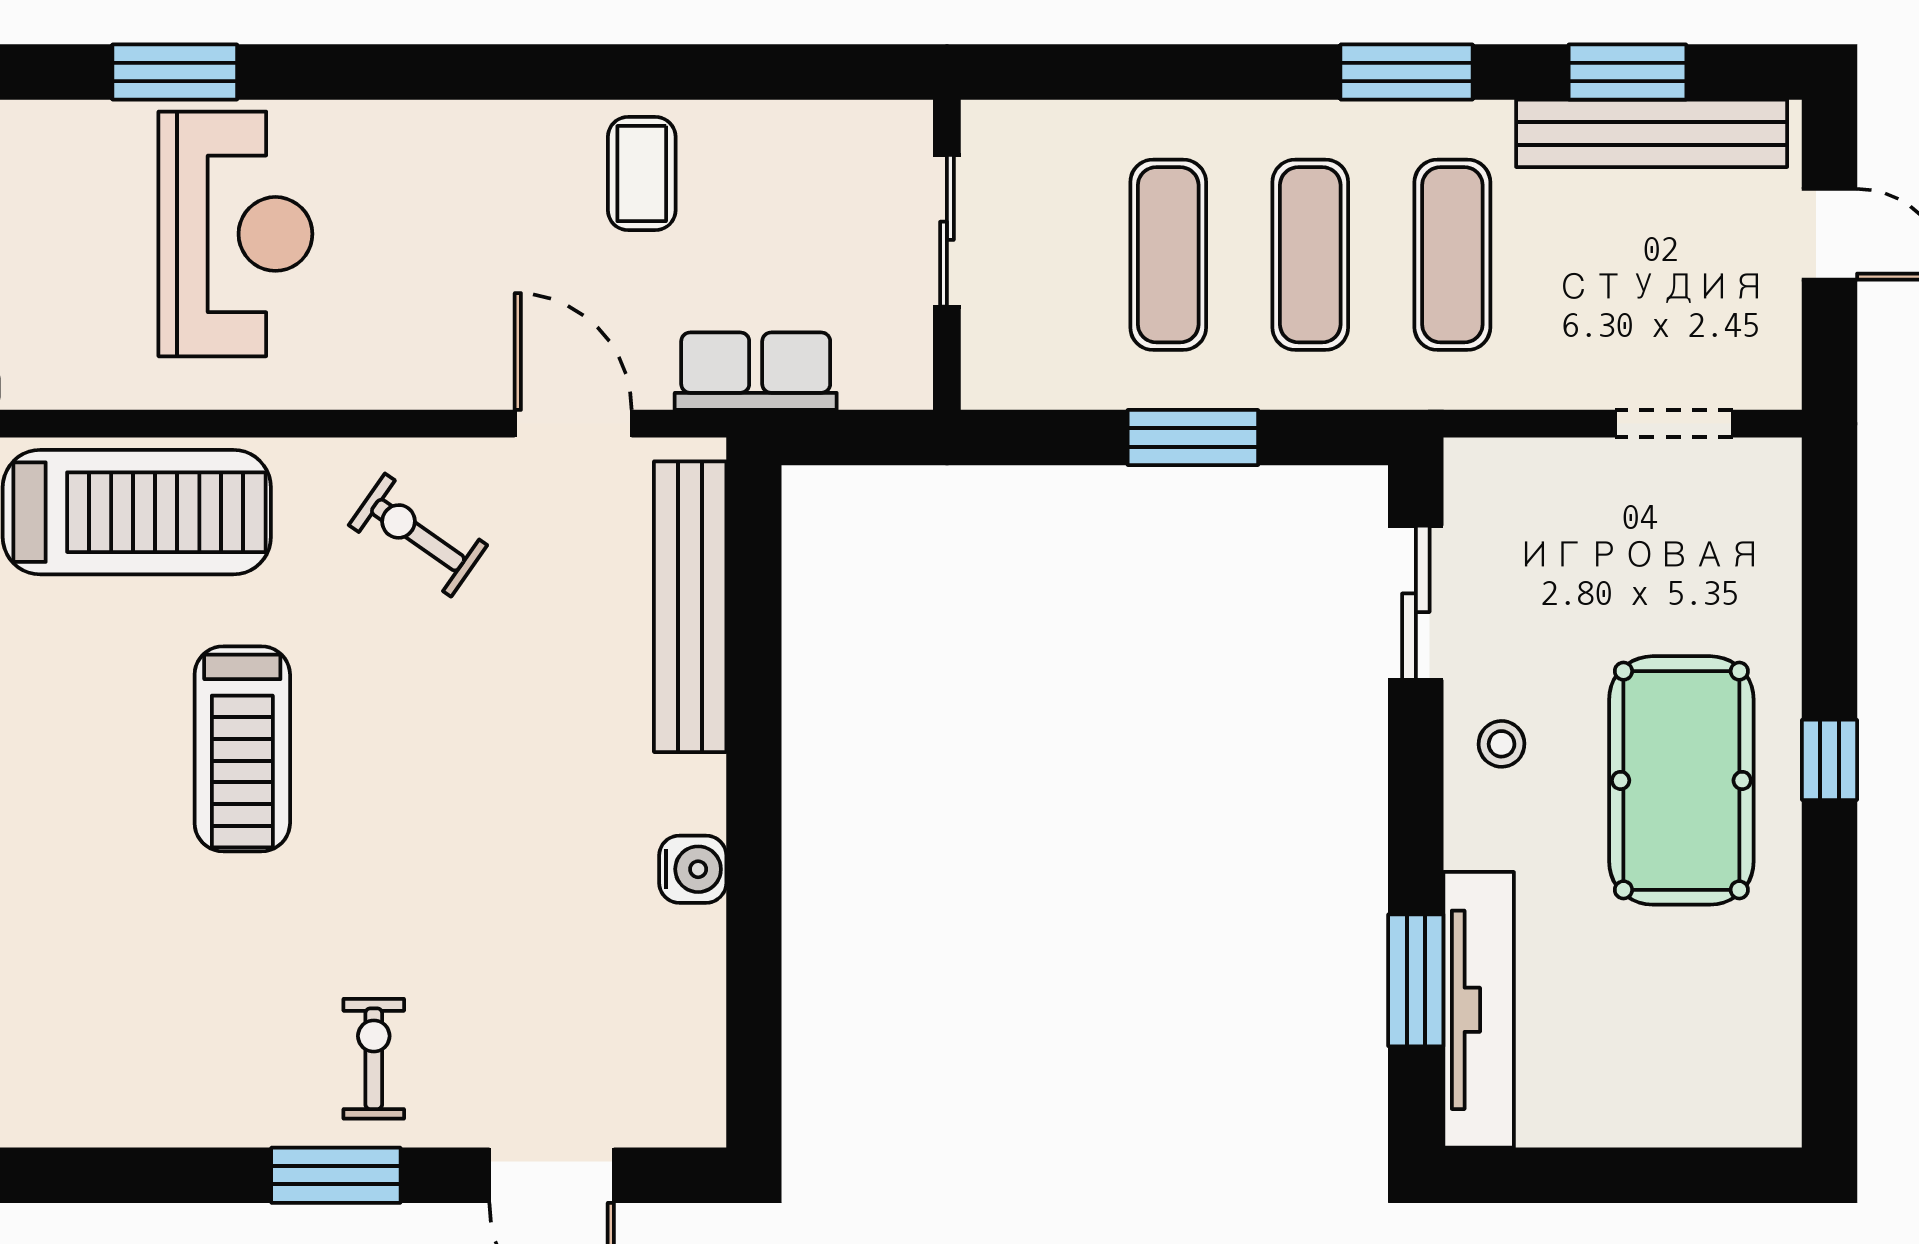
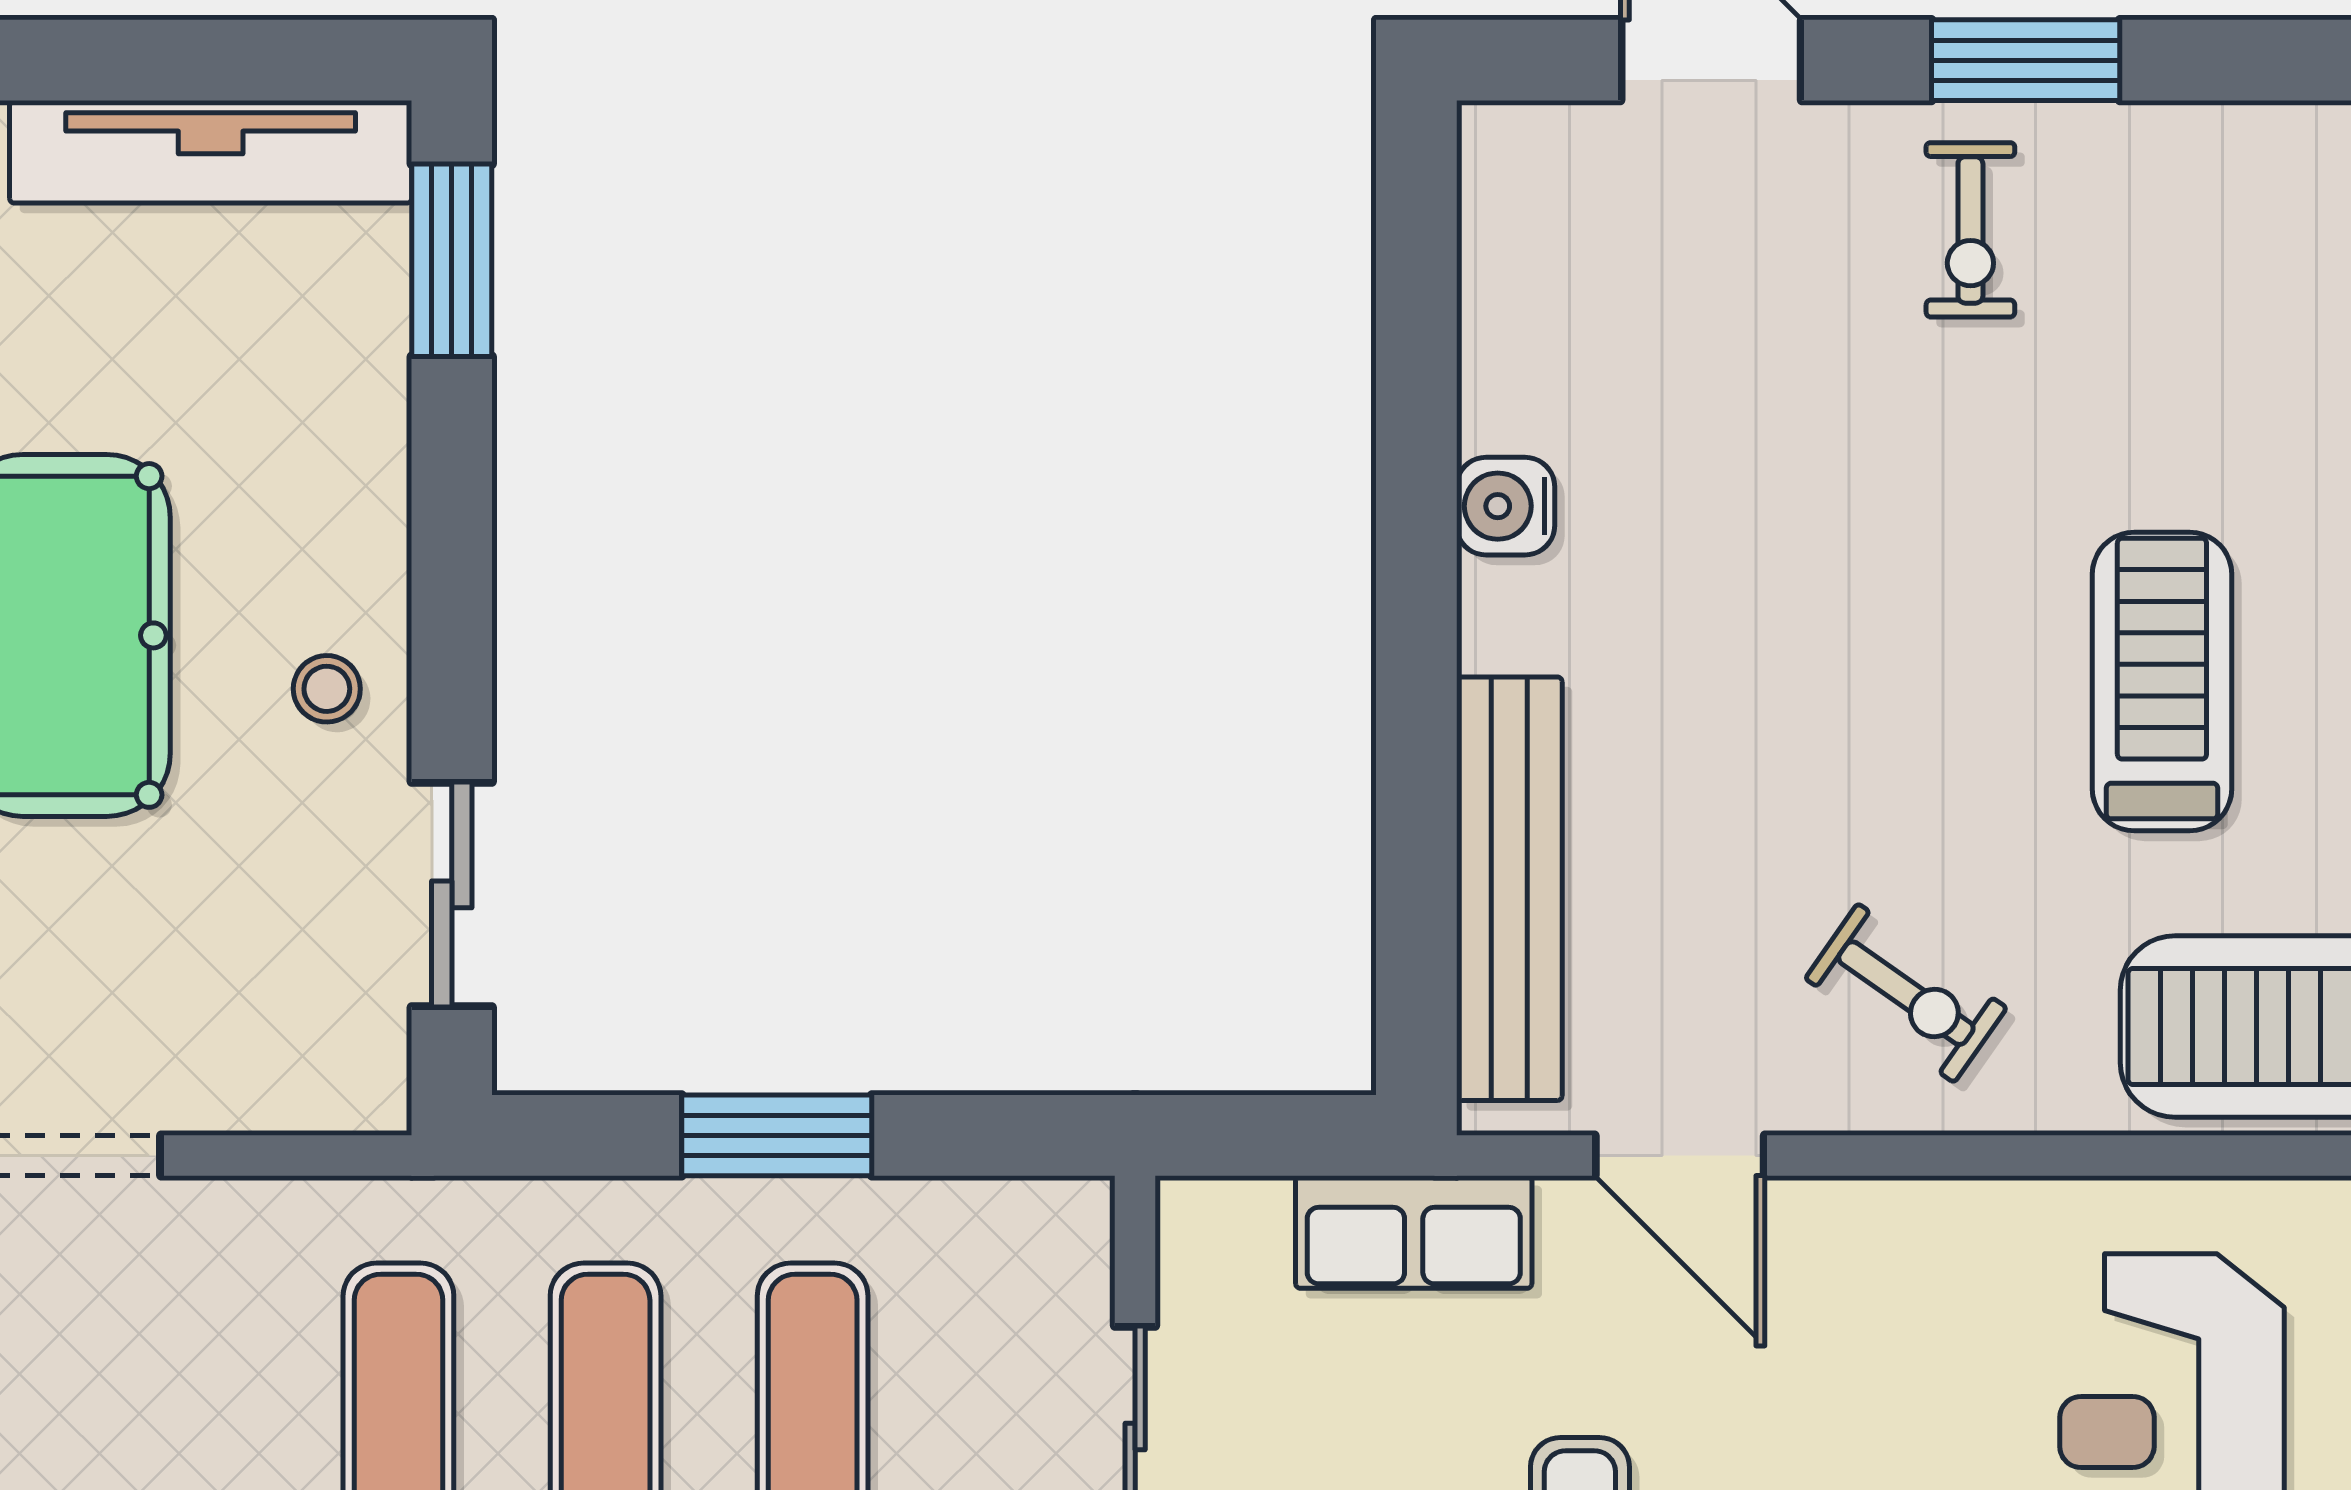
window: (1416, 980) -> (452, 260), moved
tv unit: (1479, 1010) -> (211, 152), moved, turned -90

